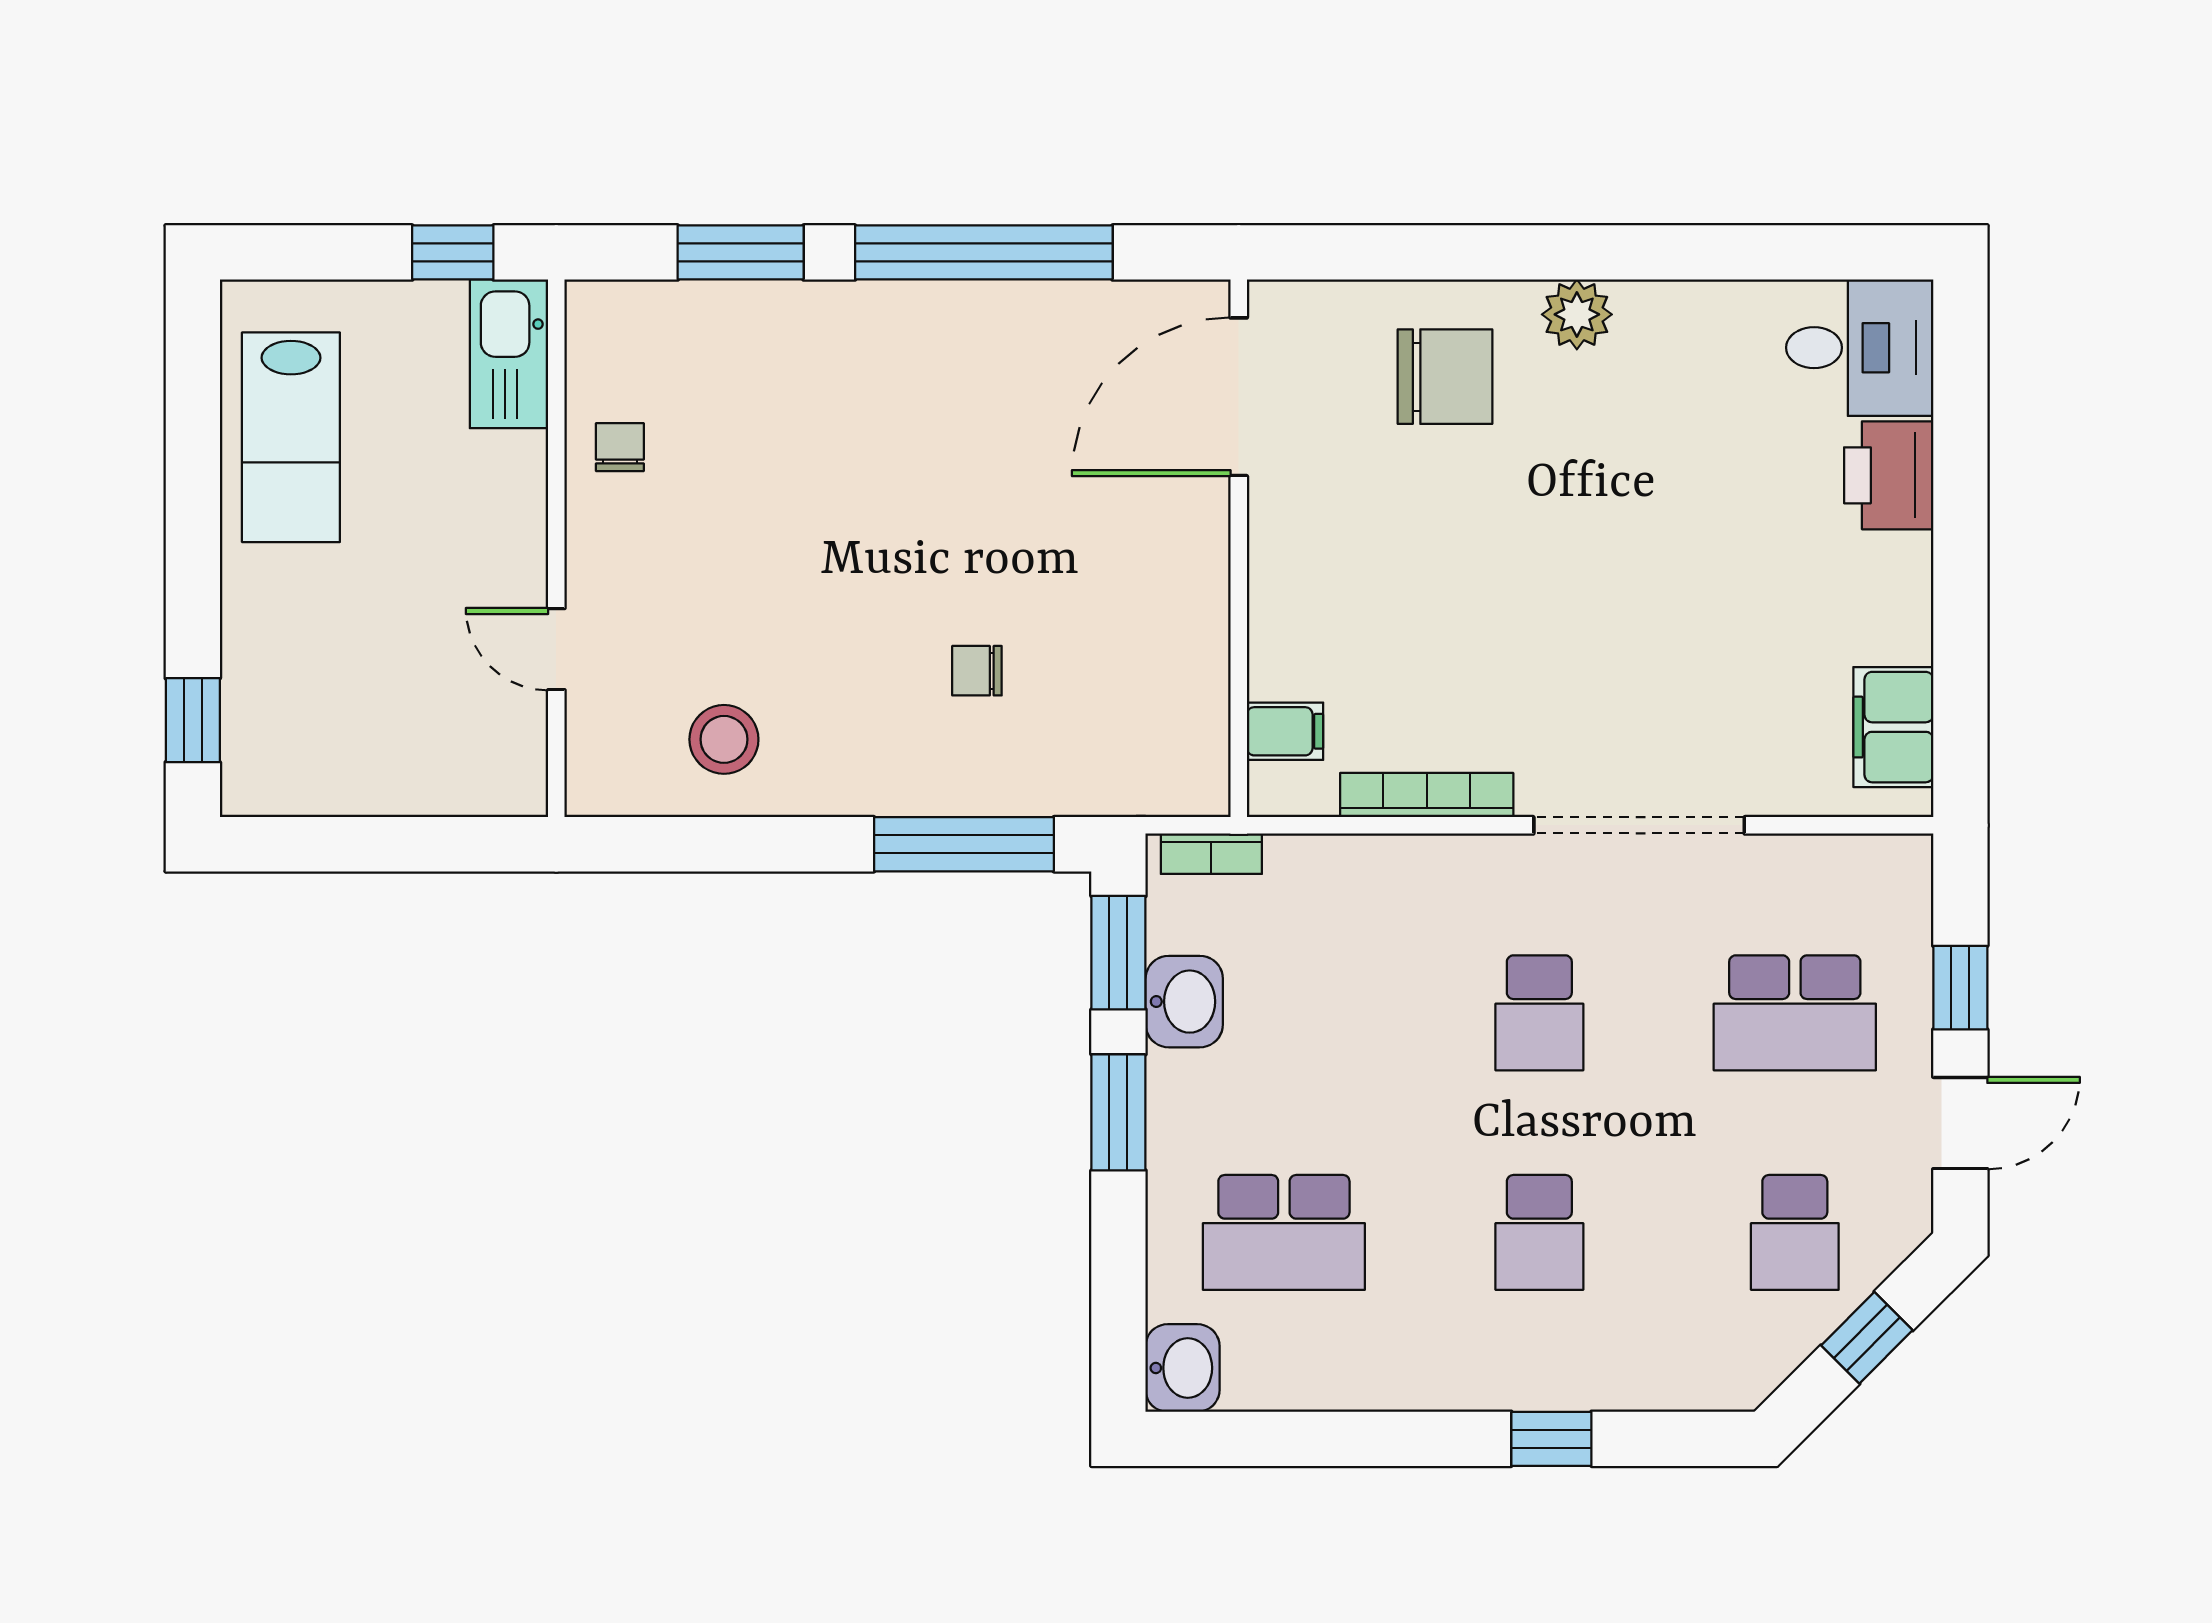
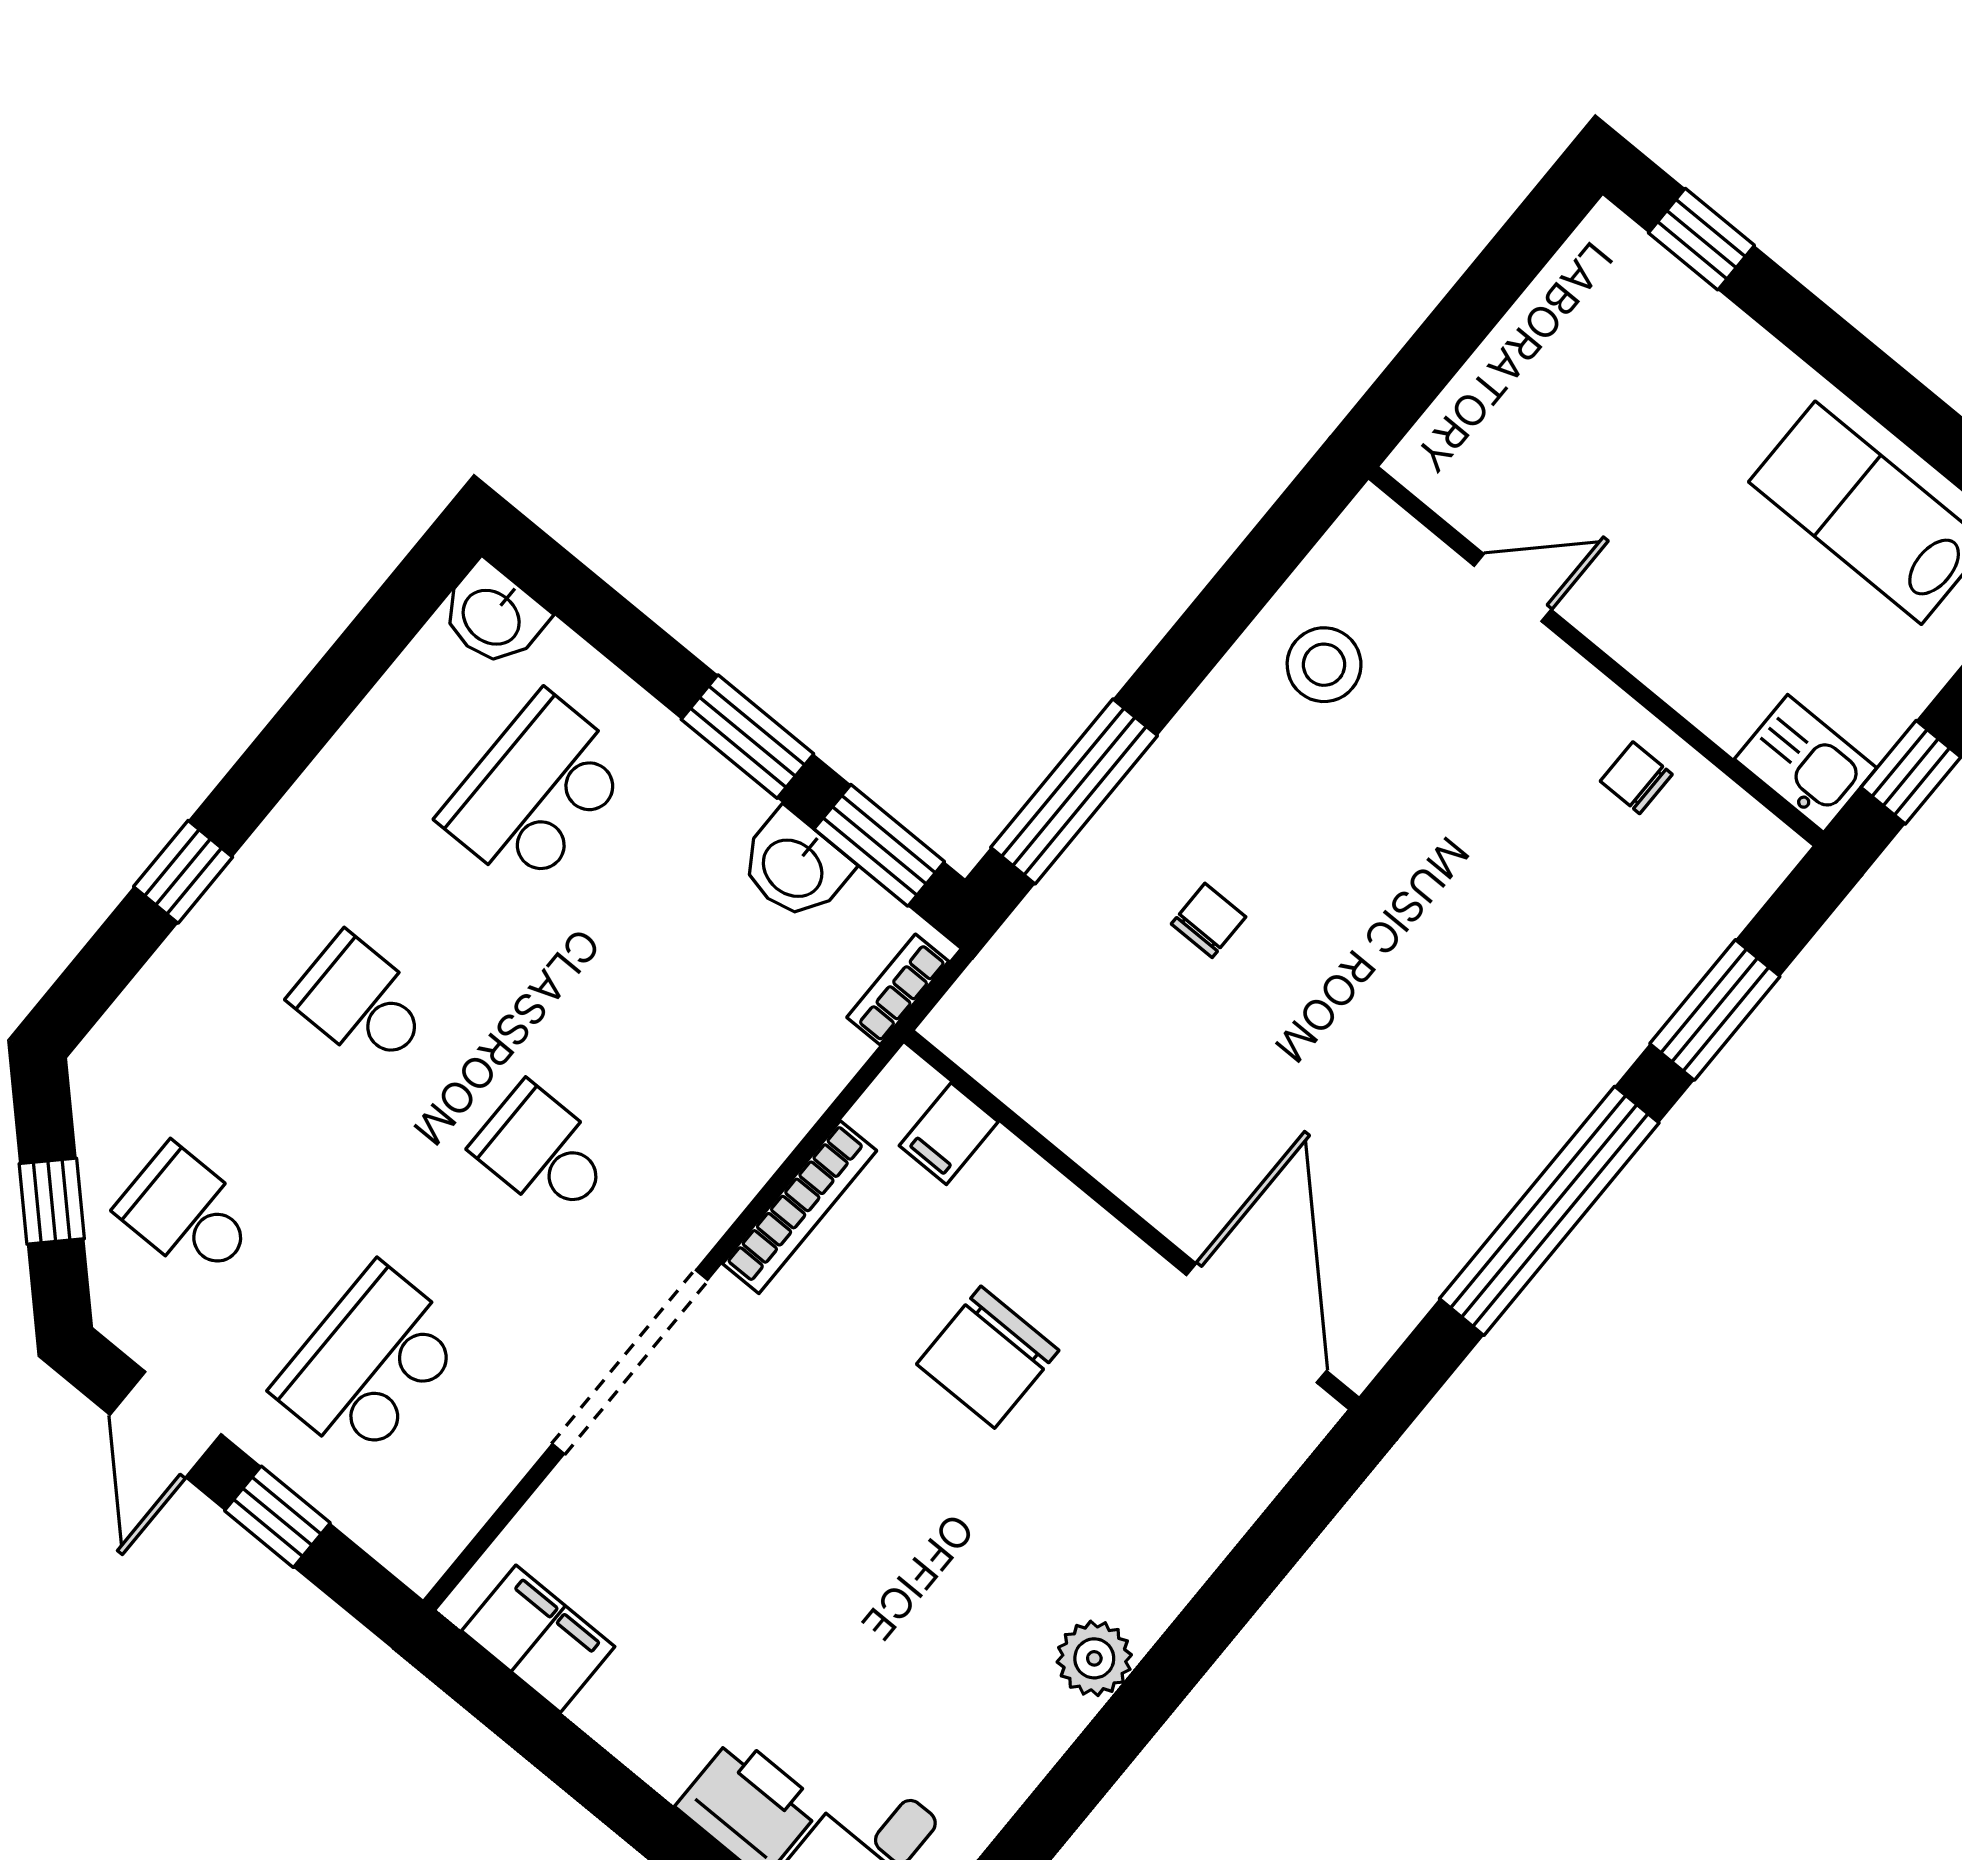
kitchen sink: (509, 354) -> (1806, 763), width x0.73
chair: (1445, 377) -> (988, 1357), moved
chair: (620, 447) -> (1636, 778), turned 180

